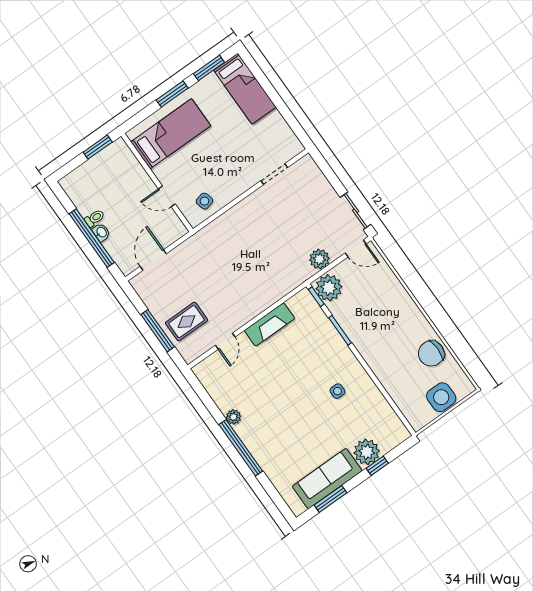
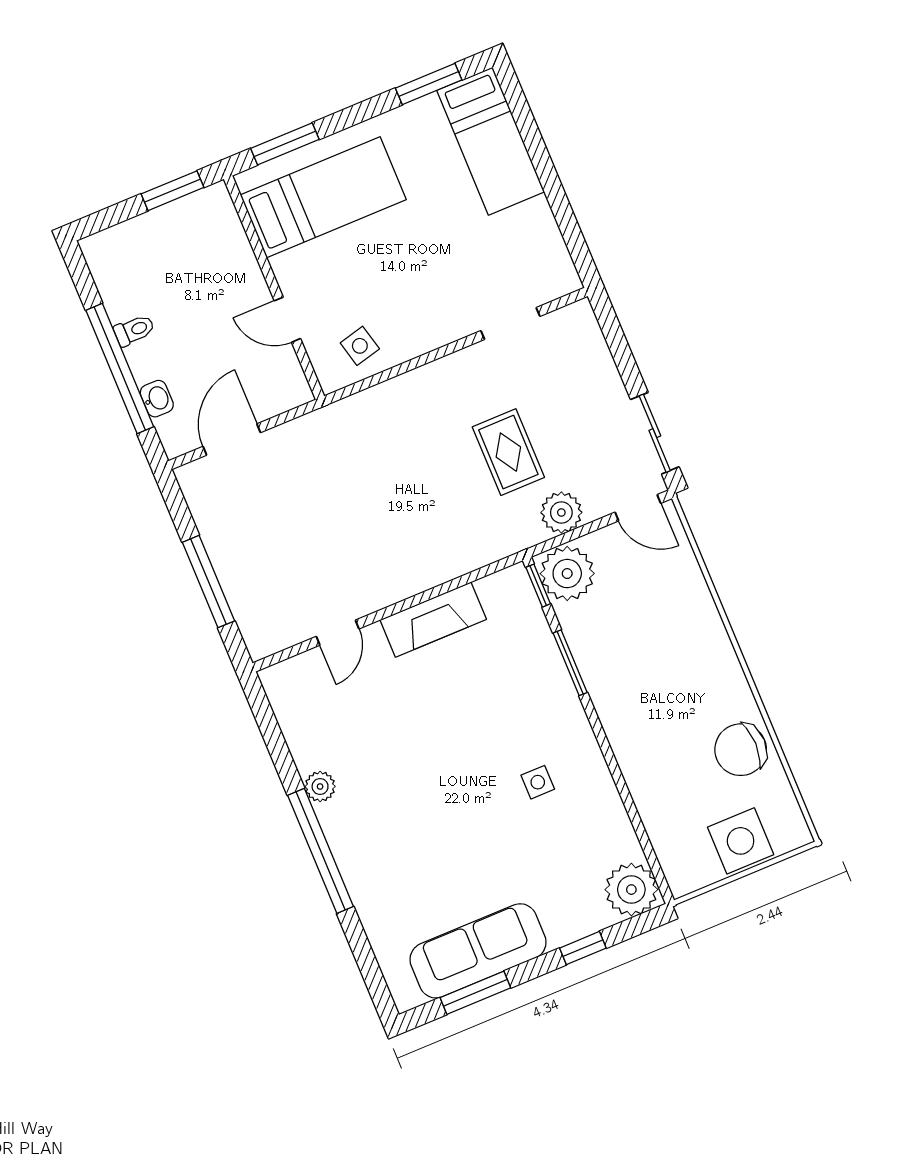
window: (172, 94) -> (285, 144), moved
washbasin: (101, 232) -> (157, 399), moved
rug: (187, 322) -> (508, 452), moved, turned 90
plant: (367, 452) -> (631, 890), moved

